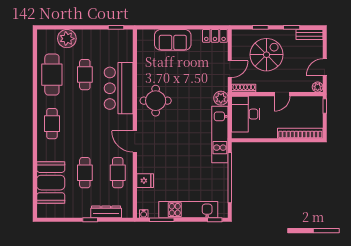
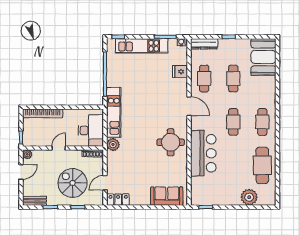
sofa: (173, 40) -> (167, 196), moved
spiral stairs: (267, 55) -> (72, 183), turned 90
door: (230, 69) -> (105, 183), moved
cafe table: (85, 75) -> (233, 122), moved
booth: (51, 183) -> (263, 57), moved
dresser: (106, 212) -> (204, 44), moved

